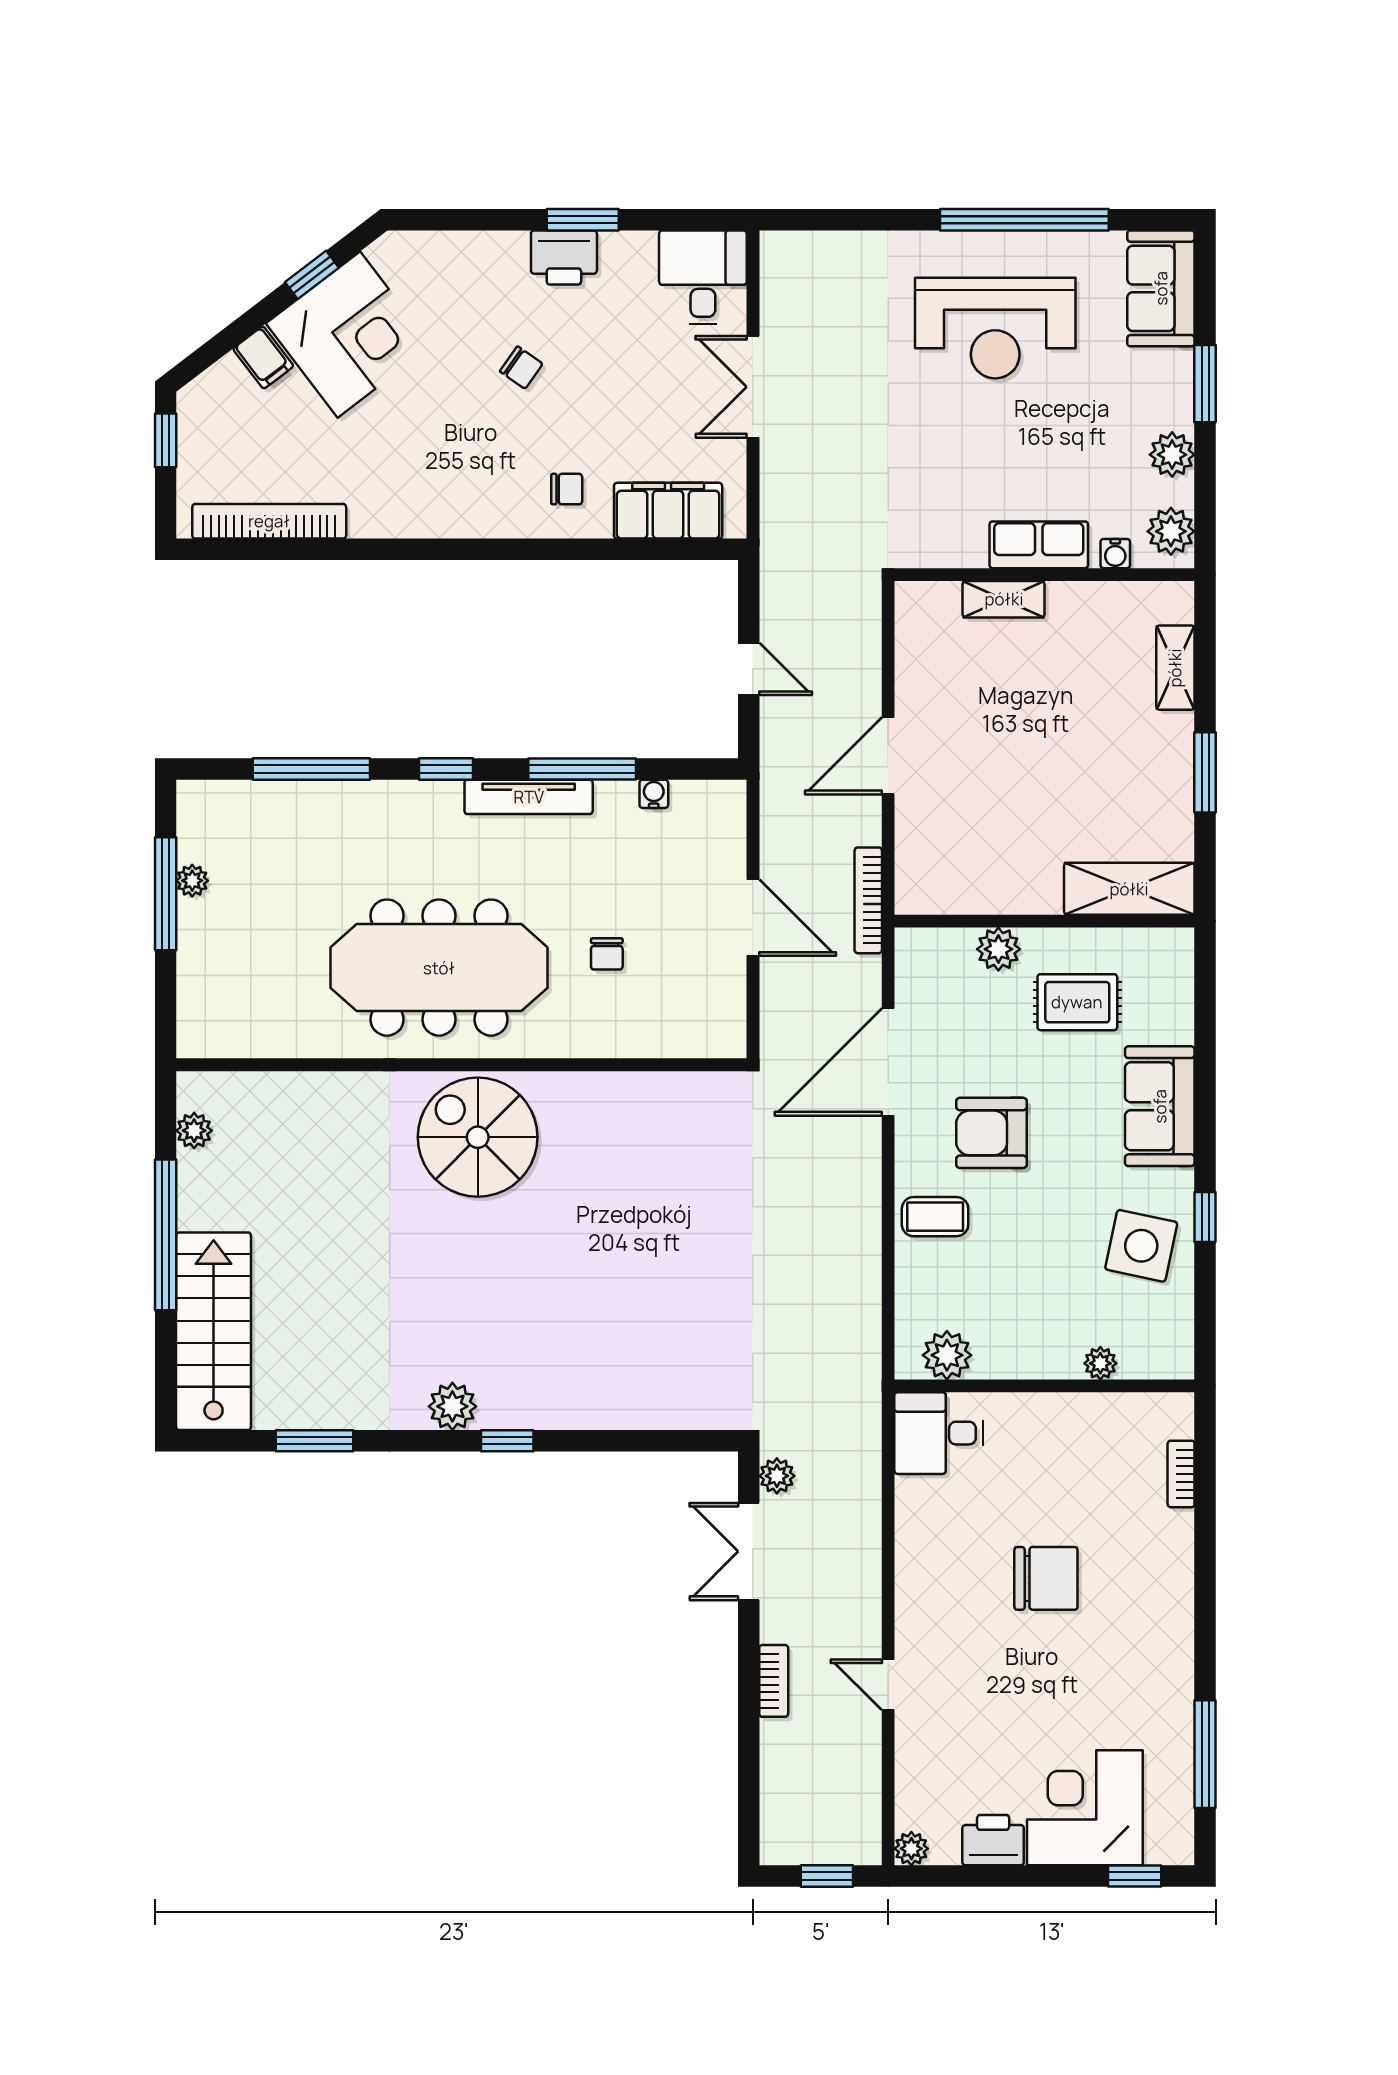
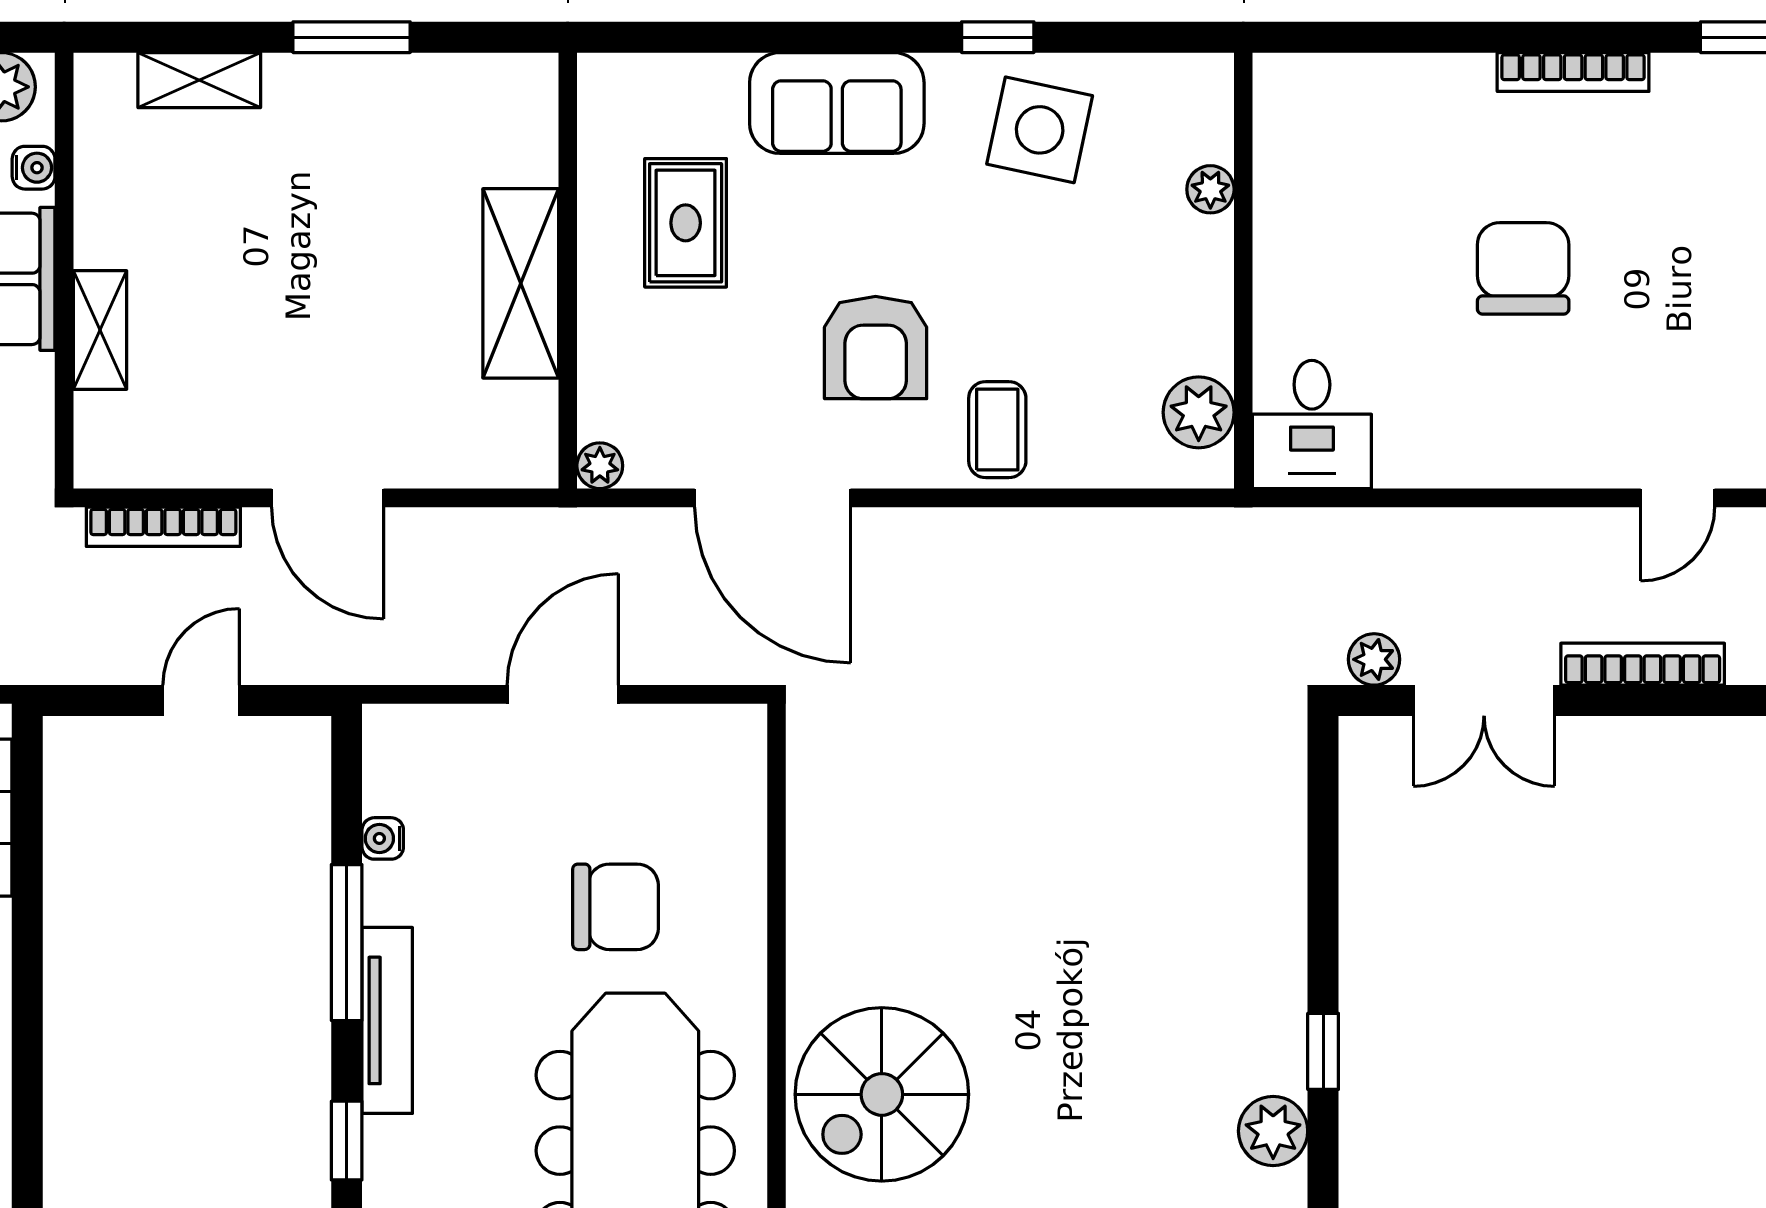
shelving: (1129, 889) -> (521, 283), moved
bookcase: (868, 900) -> (163, 527), moved
plant: (998, 949) -> (600, 466), moved, width x0.73, depth x0.73
chair: (607, 954) -> (616, 907), width x1.87, depth x1.87
bookcase: (1181, 1474) -> (1573, 72), moved, width x1.56
bookcase: (774, 1681) -> (1643, 664), width x1.56

